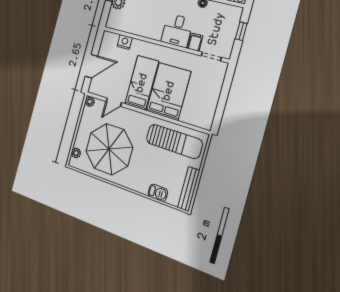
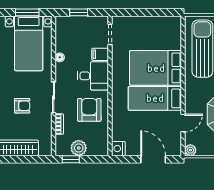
armchair: (148, 20) -> (89, 110), added
nightstand: (125, 42) -> (118, 149), moved
door: (114, 102) -> (183, 123), hinge flipped

